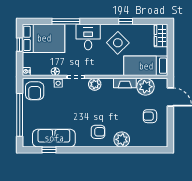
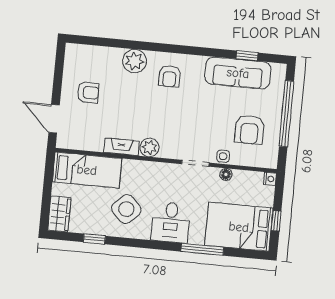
window: (126, 21) -> (94, 239), moved
plant: (95, 84) -> (149, 147), moved
plant: (146, 87) -> (90, 138), removed
armchair: (35, 91) -> (249, 130), moved, turned 180
armchair: (98, 132) -> (170, 76), turned -90

